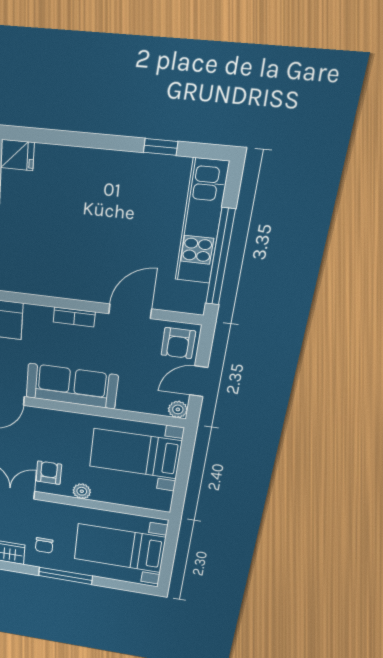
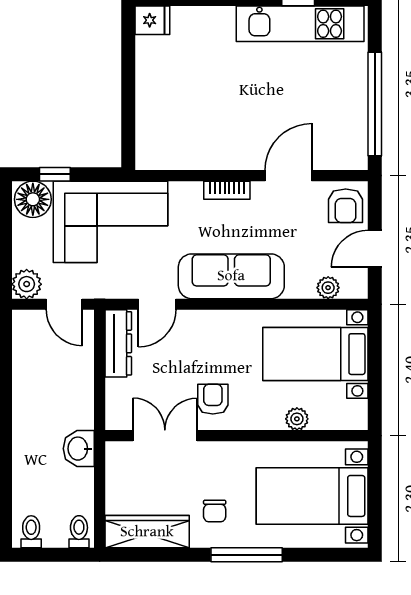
kitchen unit: (202, 222) -> (300, 24), moved, turned -90
plant: (178, 409) -> (328, 288), moved
plant: (82, 491) -> (297, 419), moved

